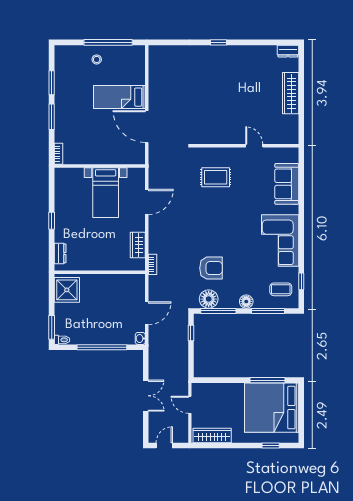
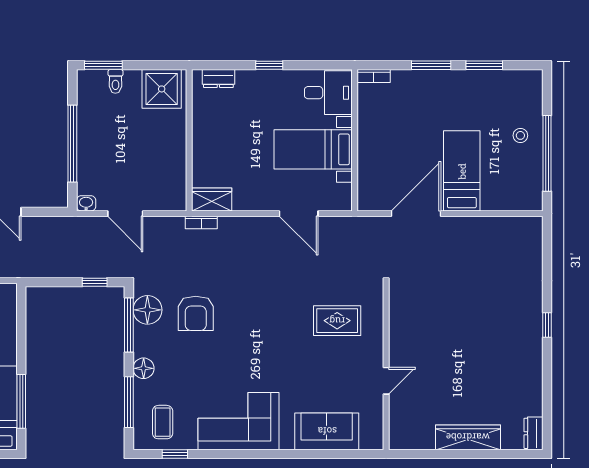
rug: (216, 177) -> (337, 321), turned 90
desk: (69, 183) -> (328, 93), added
wardrobe: (138, 245) -> (212, 199), moved
toilet: (62, 340) -> (115, 81), moved

